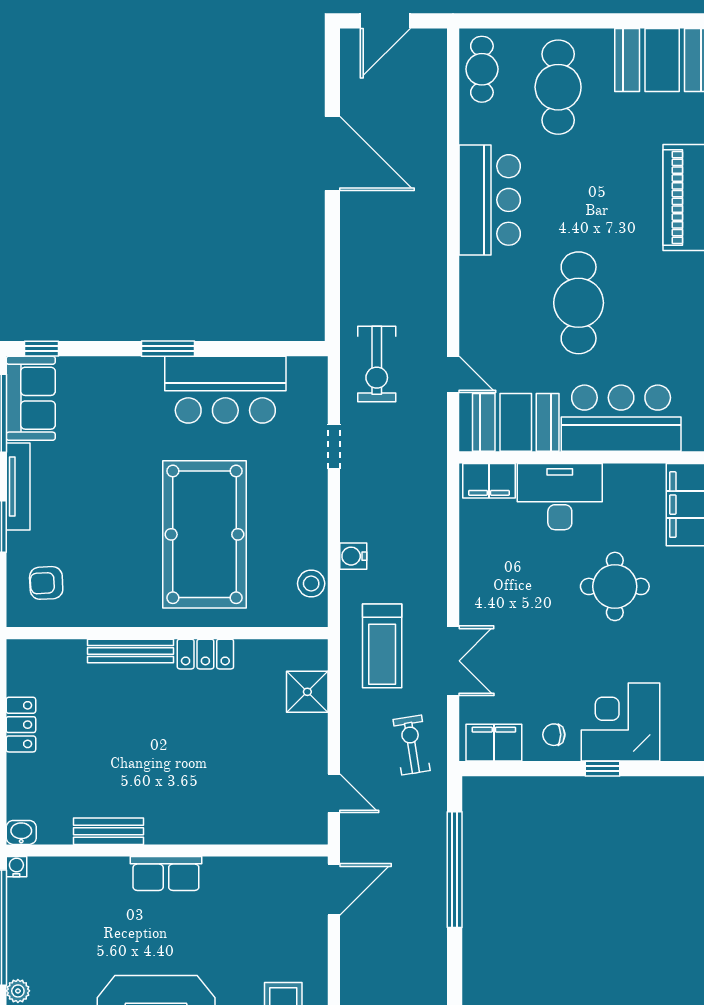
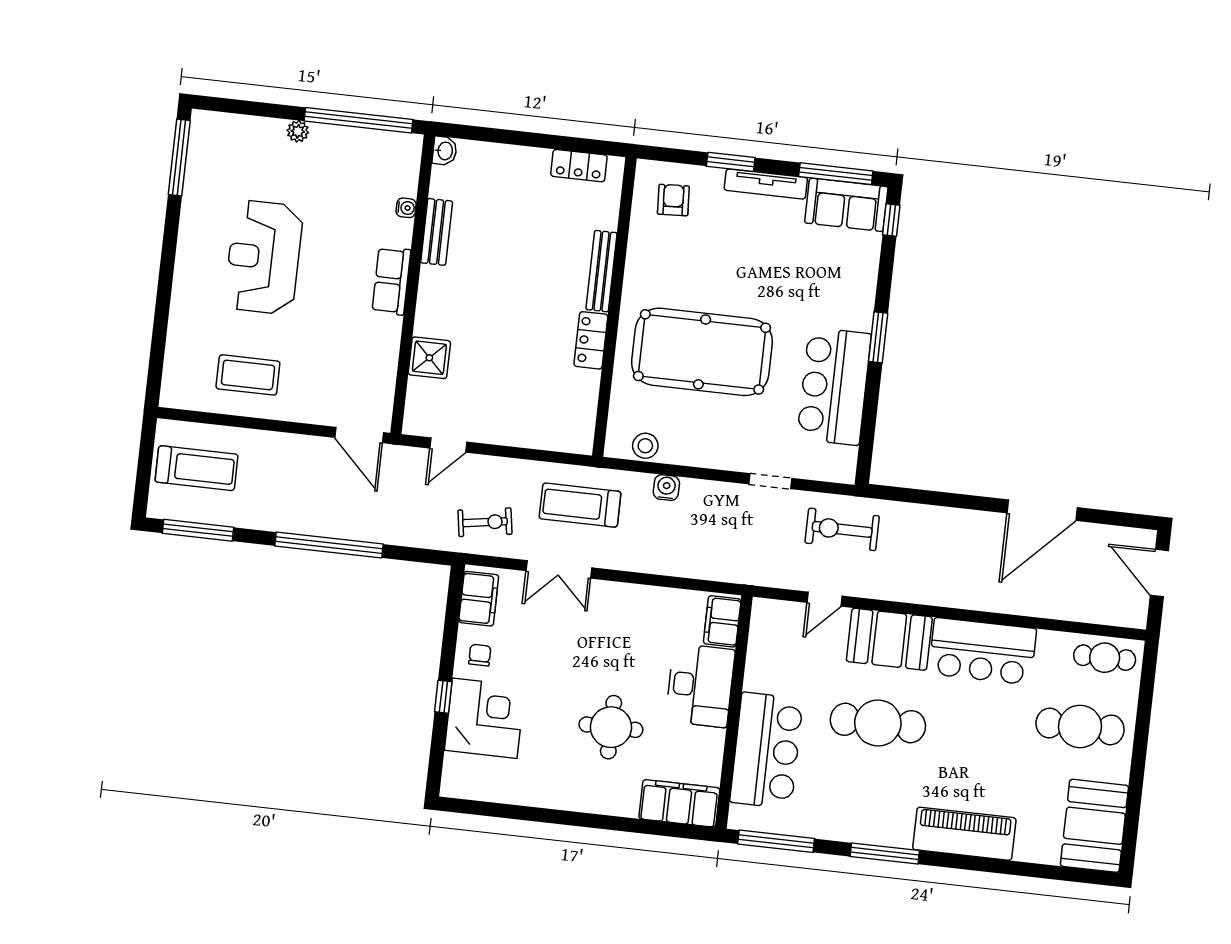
booth: (516, 422) -> (889, 639), moved, turned 90
shower: (307, 692) -> (429, 358), moved
locker: (21, 725) -> (579, 166), moved
water cooler: (16, 867) -> (406, 208), moved
window: (455, 870) -> (329, 545), moved

